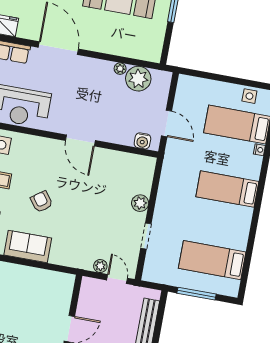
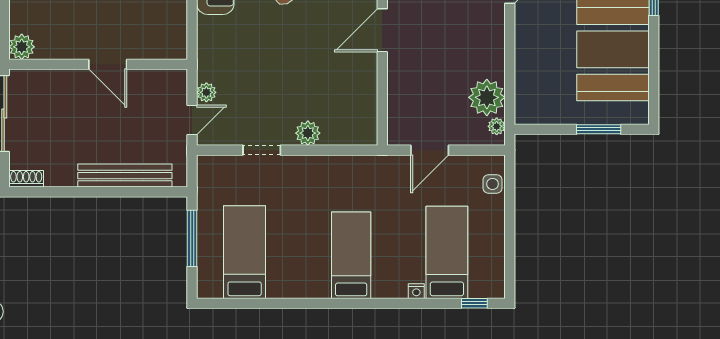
plant: (120, 69) -> (497, 126), moved
side table: (249, 96) -> (493, 184), moved
water cooler: (142, 141) -> (398, 120), removed

